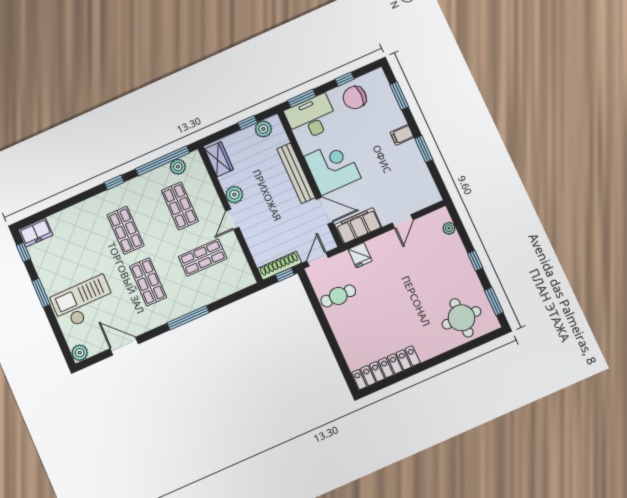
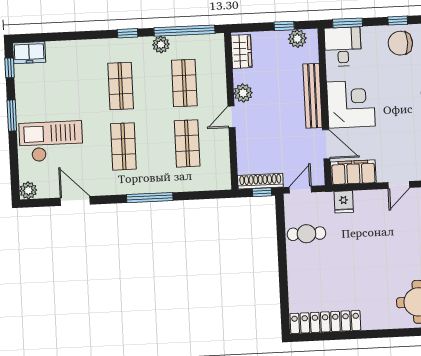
desk: (311, 118) -> (343, 47), width x0.73
plant: (178, 167) -> (161, 44), moved
shop shelf: (203, 258) -> (187, 143), turned 90

